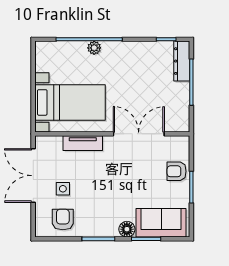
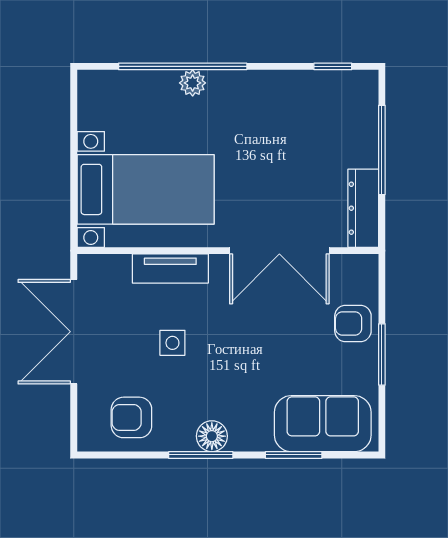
dresser: (182, 61) -> (363, 208), moved
double door: (139, 134) -> (279, 251), swing flipped
side table: (63, 189) -> (172, 343), moved
armchair: (63, 220) -> (131, 417), turned -90
floor lamp: (127, 229) -> (212, 436), moved

